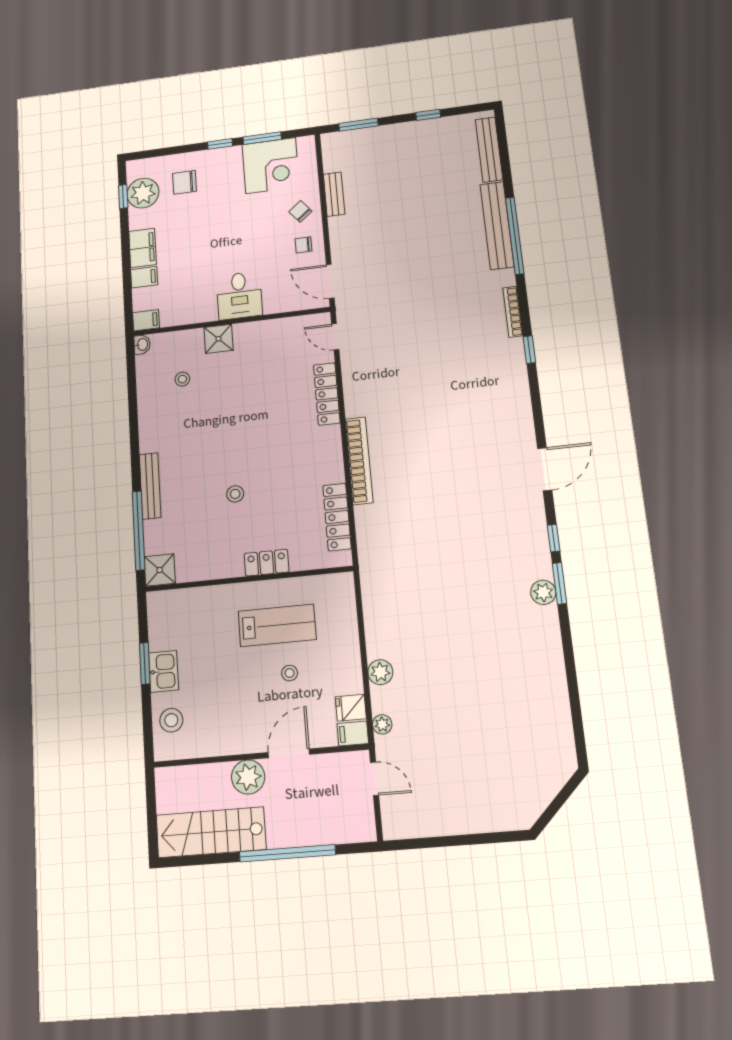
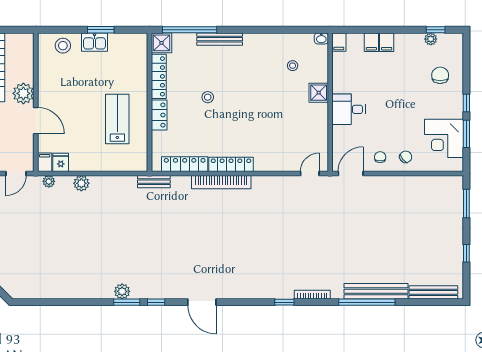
plant: (143, 193) -> (431, 39), width x0.53, depth x0.53
bench: (334, 194) -> (154, 182), moved
filing cabinet: (143, 248) -> (387, 42), width x0.50
locker: (327, 394) -> (231, 164), moved
locker: (209, 569) -> (159, 76), added
lab bench: (277, 625) -> (117, 119), turned 180
stool: (290, 673) -> (86, 125), removed

